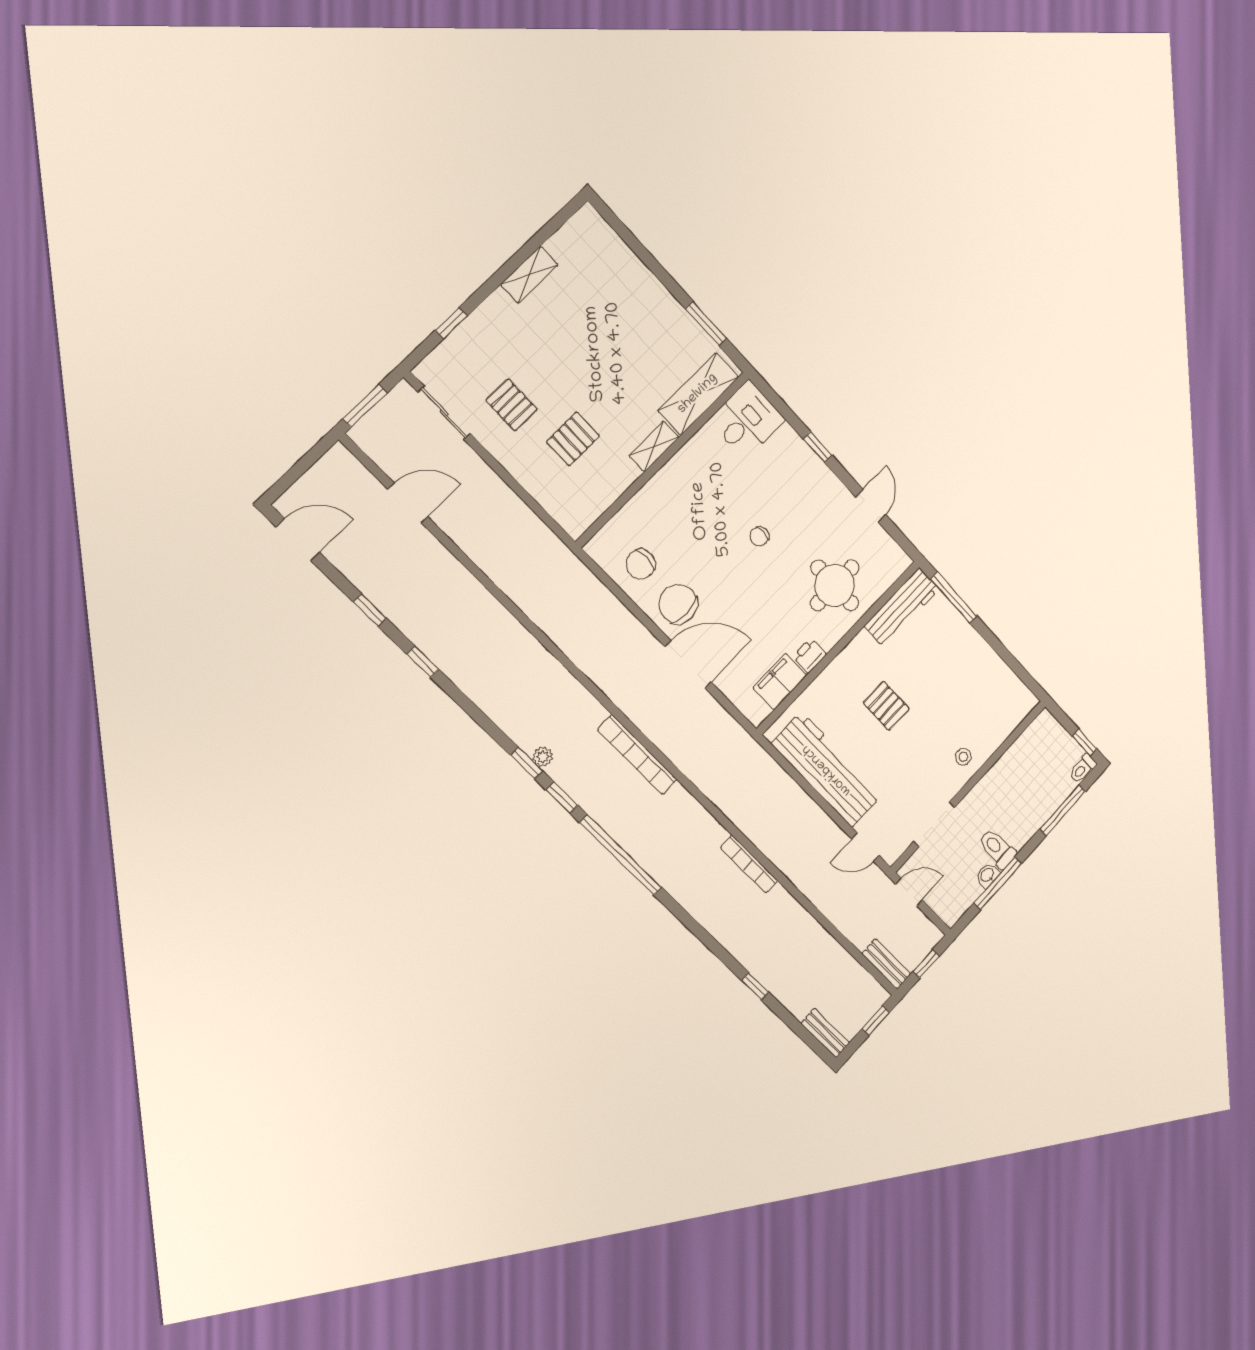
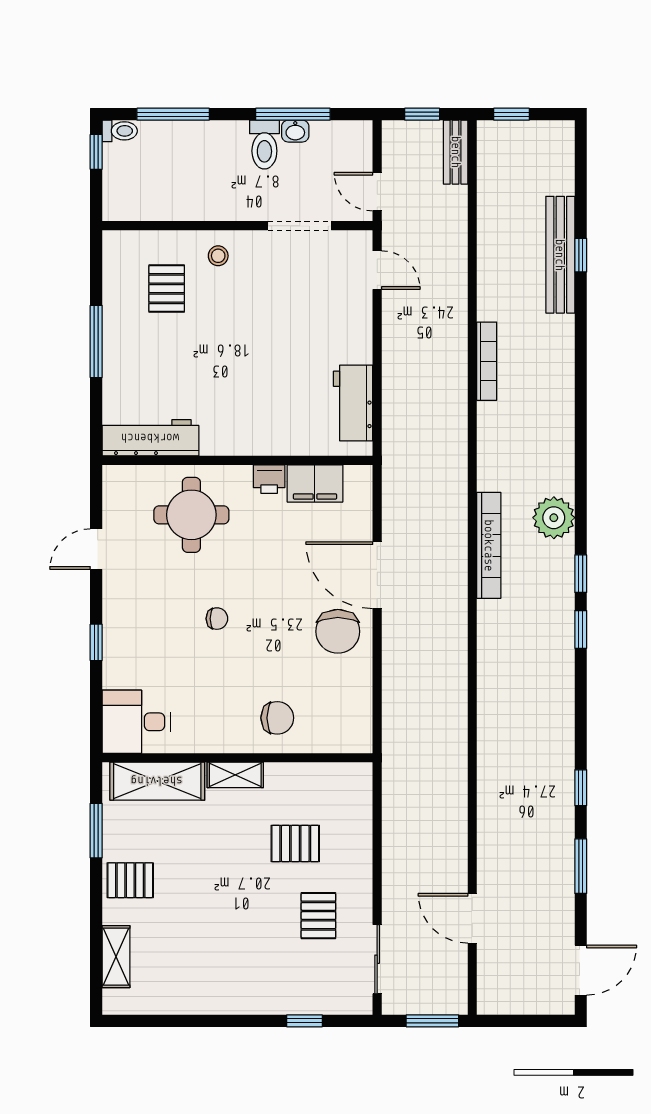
shelving: (529, 275) -> (116, 957), moved, turned 90
pallet: (654, 311) -> (130, 880), added
door: (298, 540) -> (581, 970), swing flipped
chair: (641, 564) -> (277, 718), moved
window: (954, 598) -> (96, 341), moved
window: (370, 610) -> (581, 866), width x1.50
pallet: (886, 706) -> (167, 289), moved
plant: (543, 757) -> (554, 518), moved, width x1.87, depth x1.87
workbench: (827, 770) -> (353, 403), width x0.53, depth x0.76
window: (621, 855) -> (581, 479), removed
bench: (825, 1033) -> (560, 255), moved, width x1.86, depth x1.21

